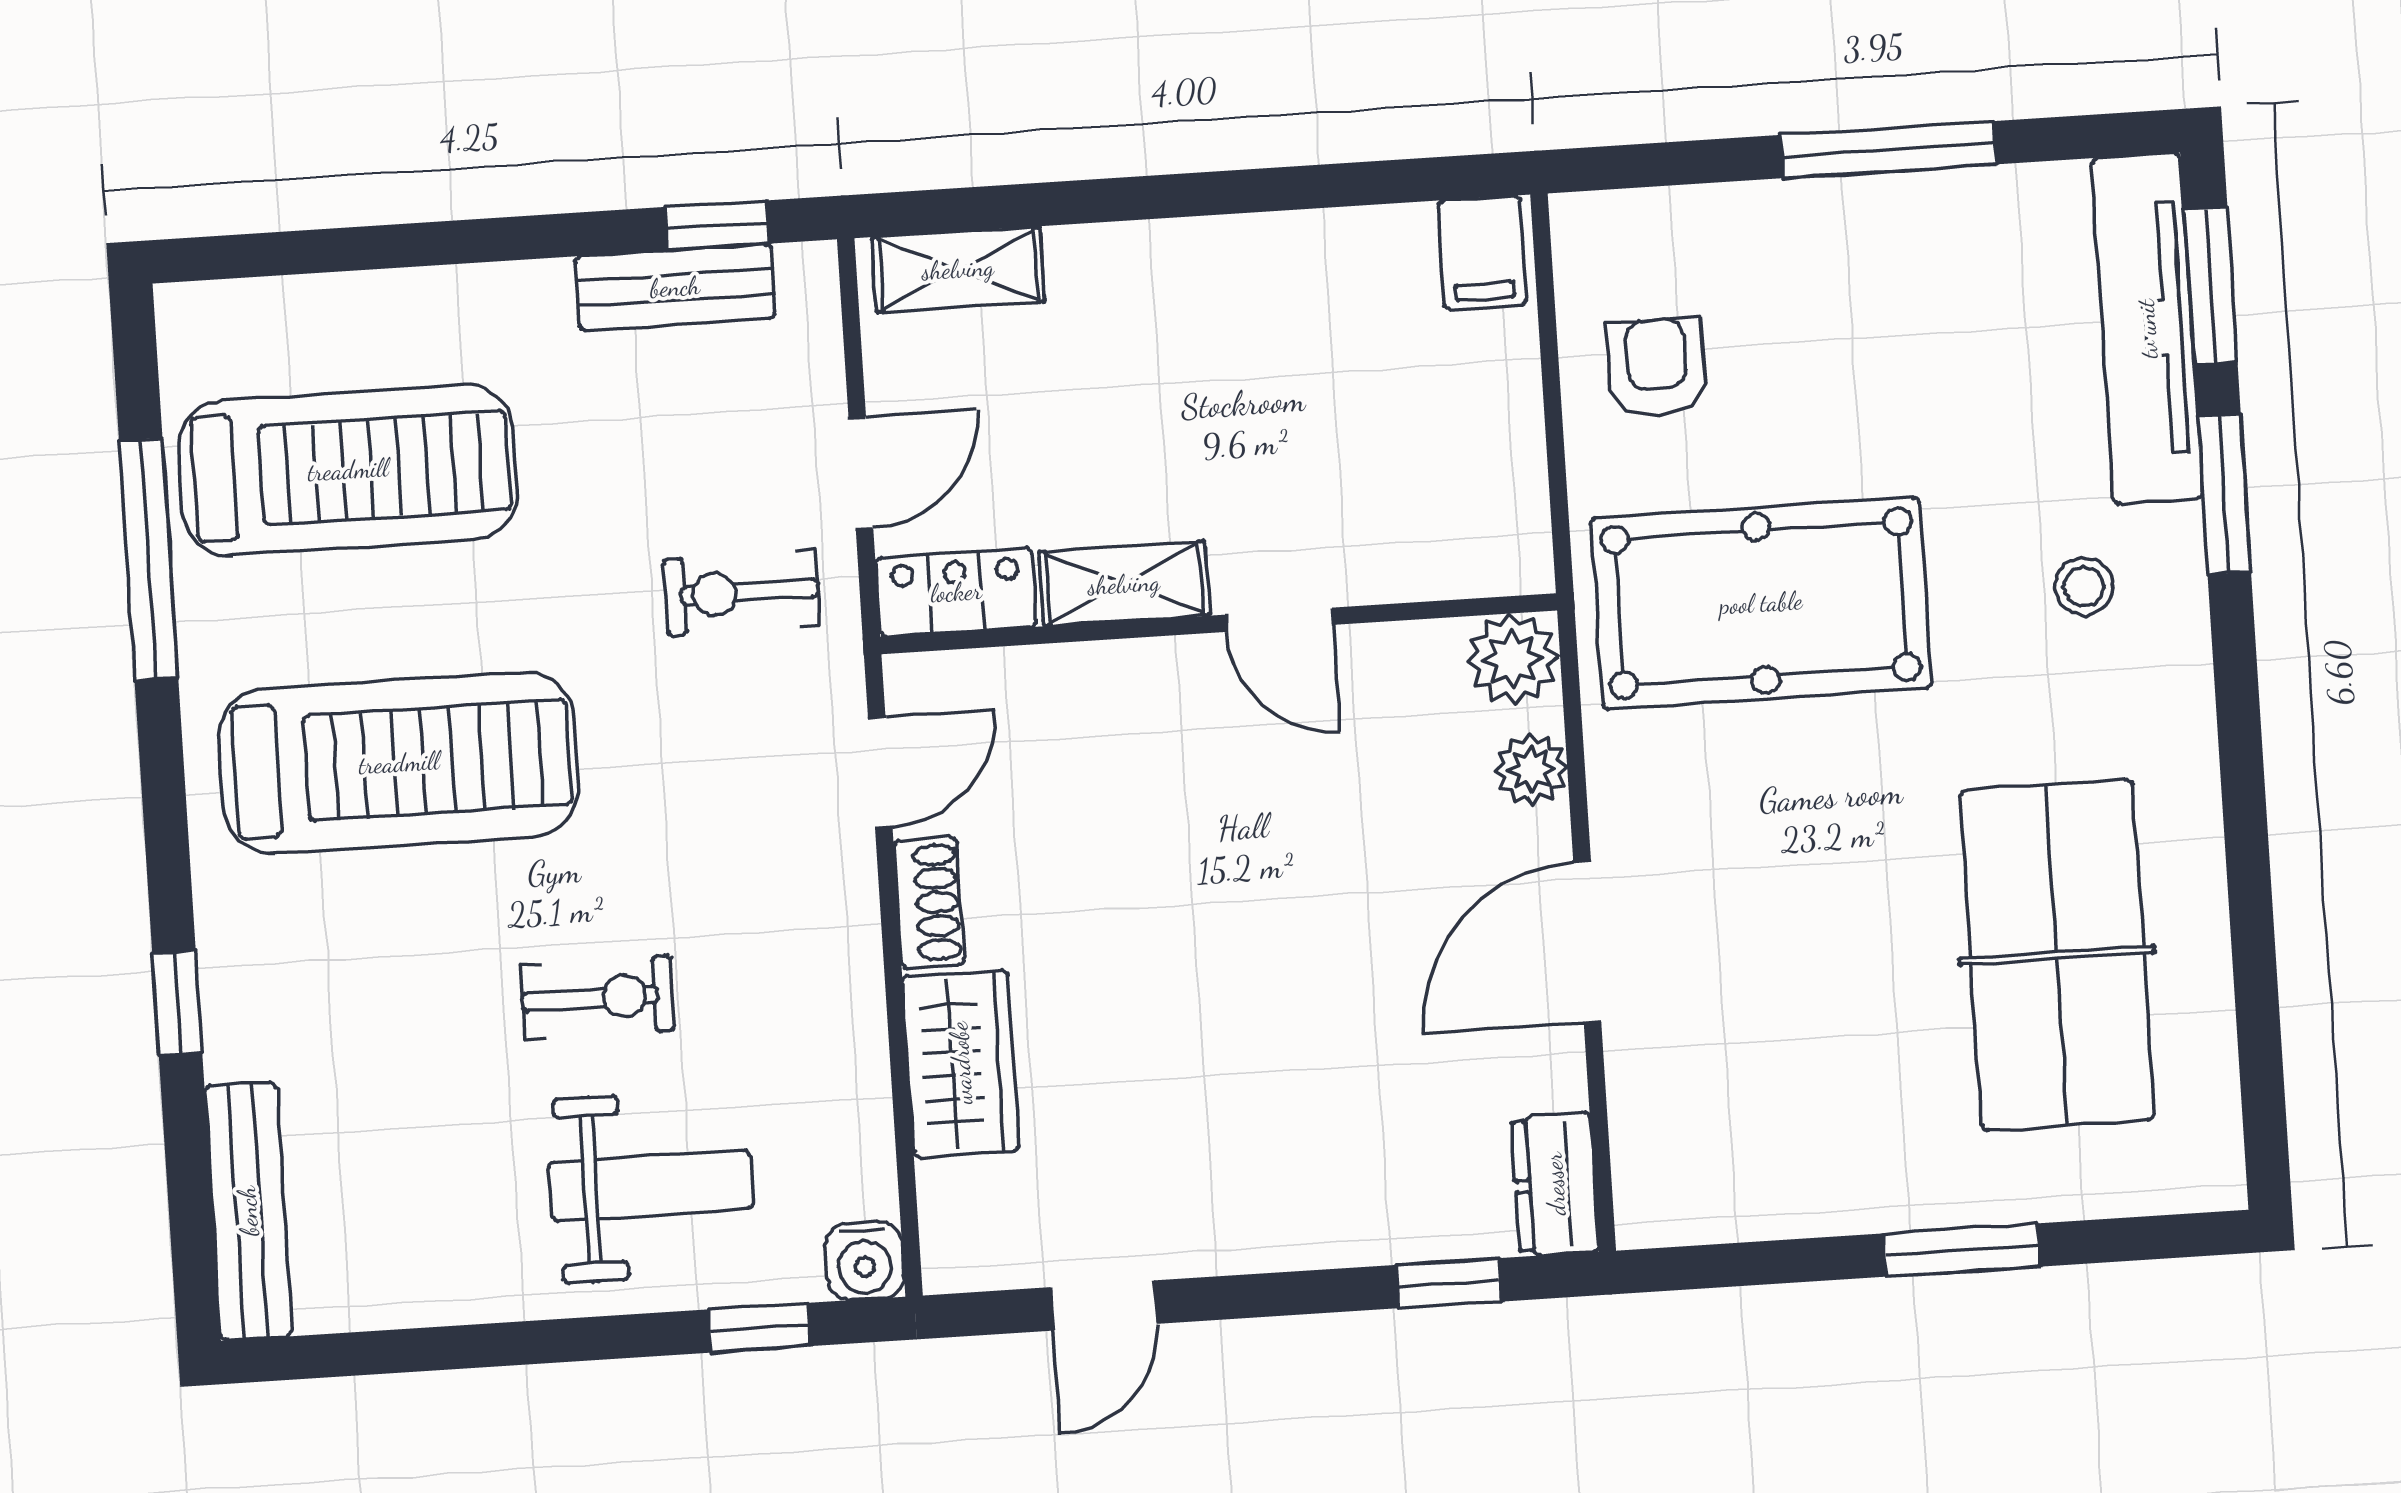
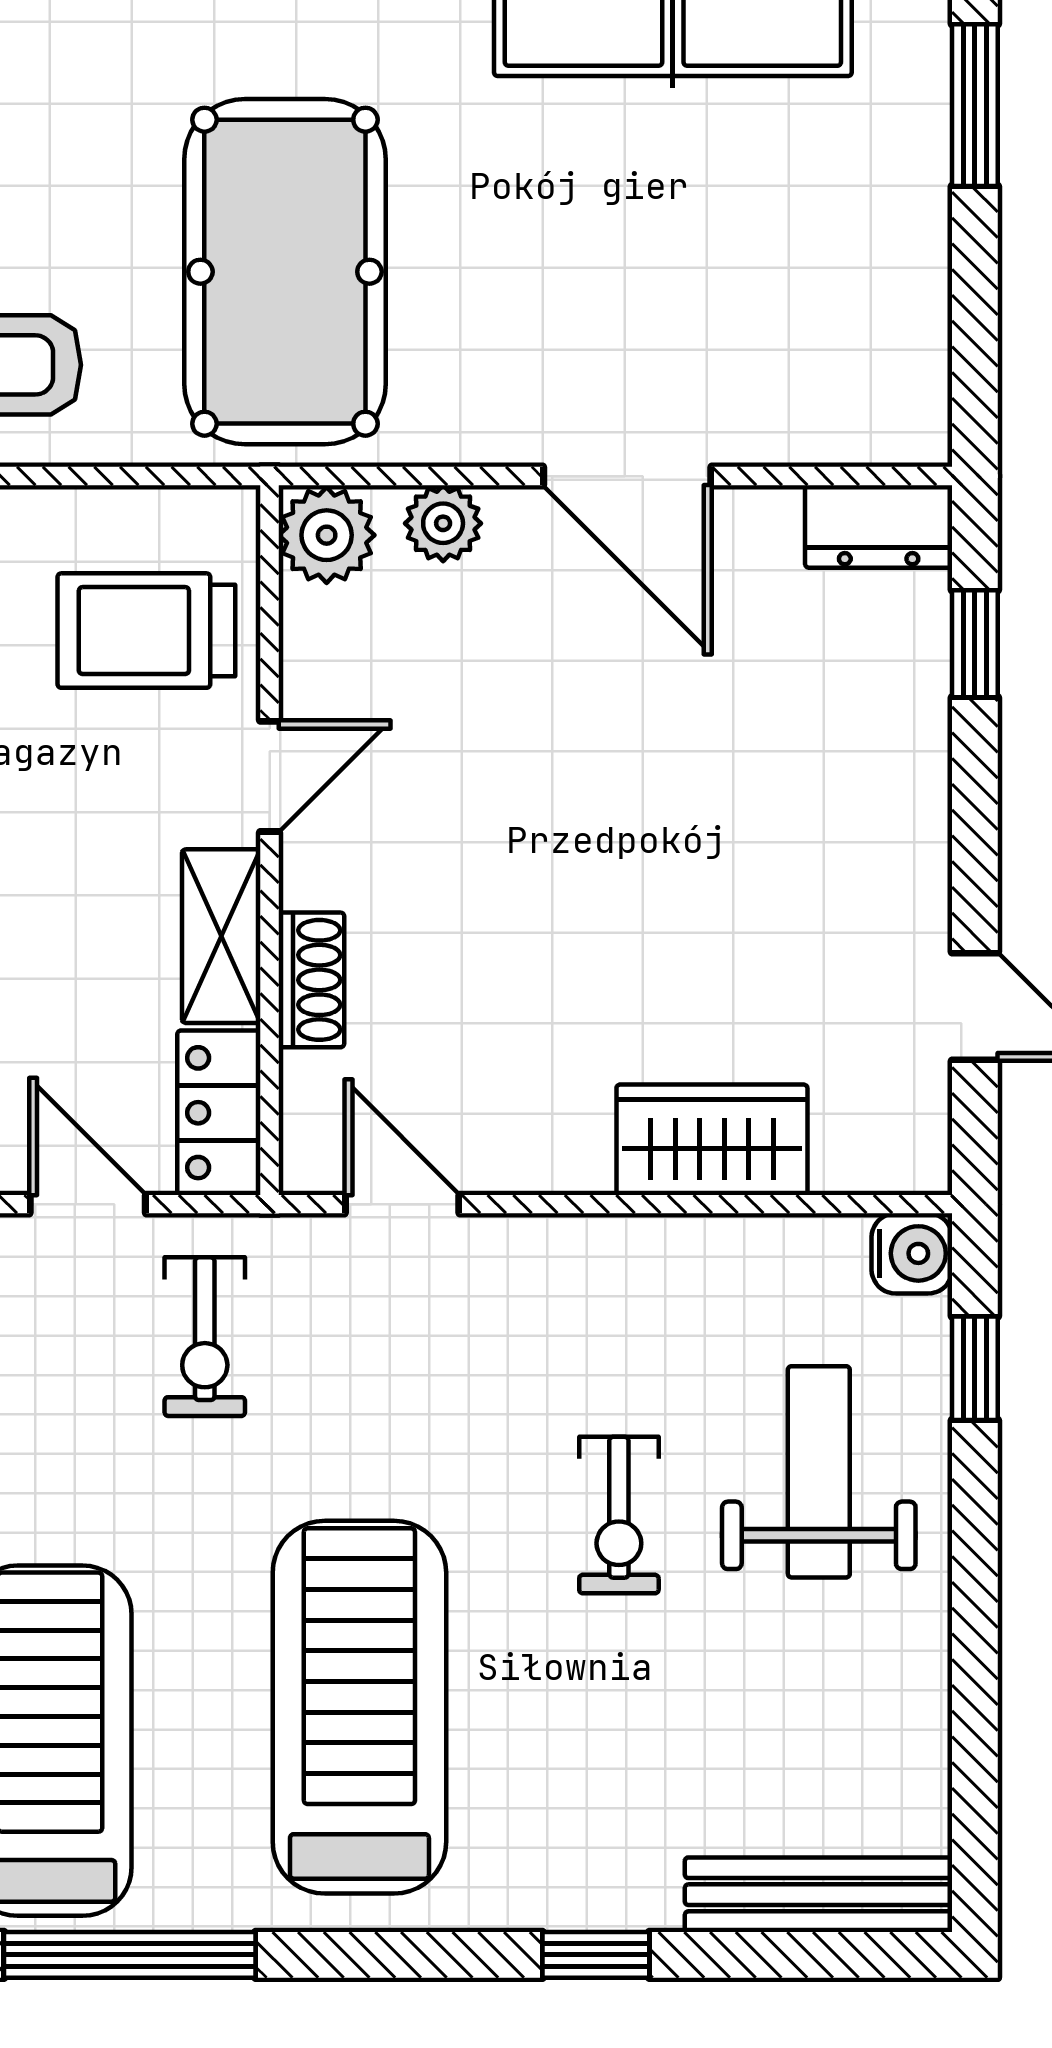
trolley: (1411, 493) -> (146, 631), added
shoe rack: (929, 903) -> (311, 980), moved, turned 90
exercise bike: (597, 998) -> (619, 1515), turned 180

